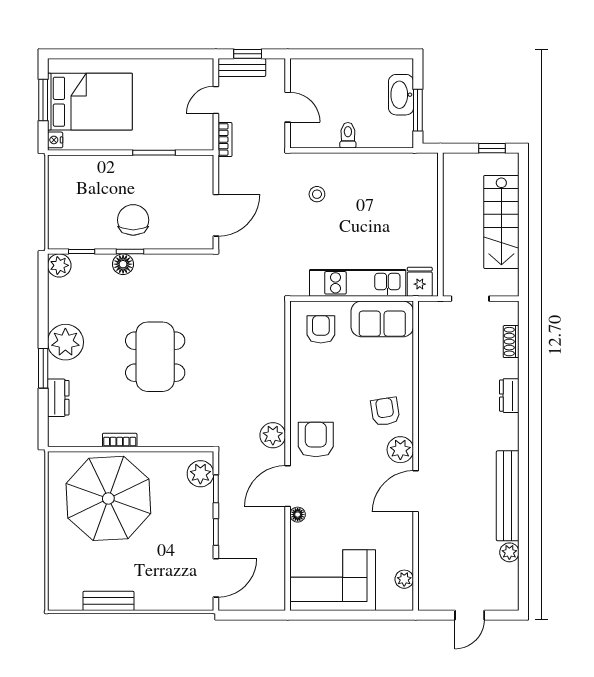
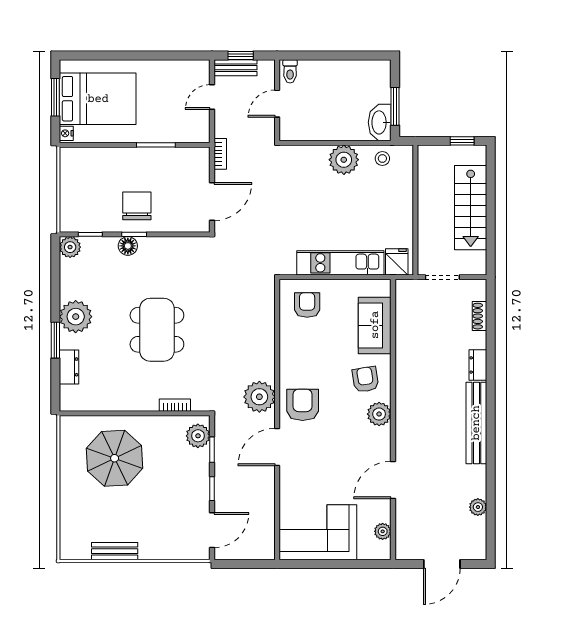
washbasin: (401, 95) -> (380, 122), moved
door: (288, 107) -> (277, 104), swing flipped
toilet: (348, 135) -> (290, 71), moved, turned 180
bookcase: (225, 140) -> (220, 154), moved
plant: (361, 169) -> (344, 160), added
stool: (317, 194) -> (382, 159), moved
sofa: (382, 319) -> (375, 325), moved, turned 90
plant: (273, 435) -> (259, 397), width x1.36, depth x1.36
bookcase: (120, 440) -> (175, 405), moved
door: (416, 491) -> (393, 480), moved
bench: (508, 496) -> (476, 423), moved
parasol: (108, 498) -> (115, 458), width x0.73, depth x0.73
floor lamp: (298, 515) -> (286, 473), removed
door: (470, 615) -> (442, 564), width x1.38

